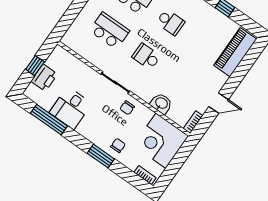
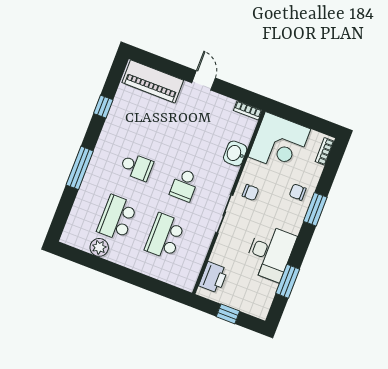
school desk: (170, 22) -> (137, 167), turned 90
printer: (44, 78) -> (213, 277), moved, turned 90
door: (219, 103) -> (204, 80), moved
desk: (71, 108) -> (270, 253), width x1.37
window: (49, 120) -> (288, 281), width x0.69

